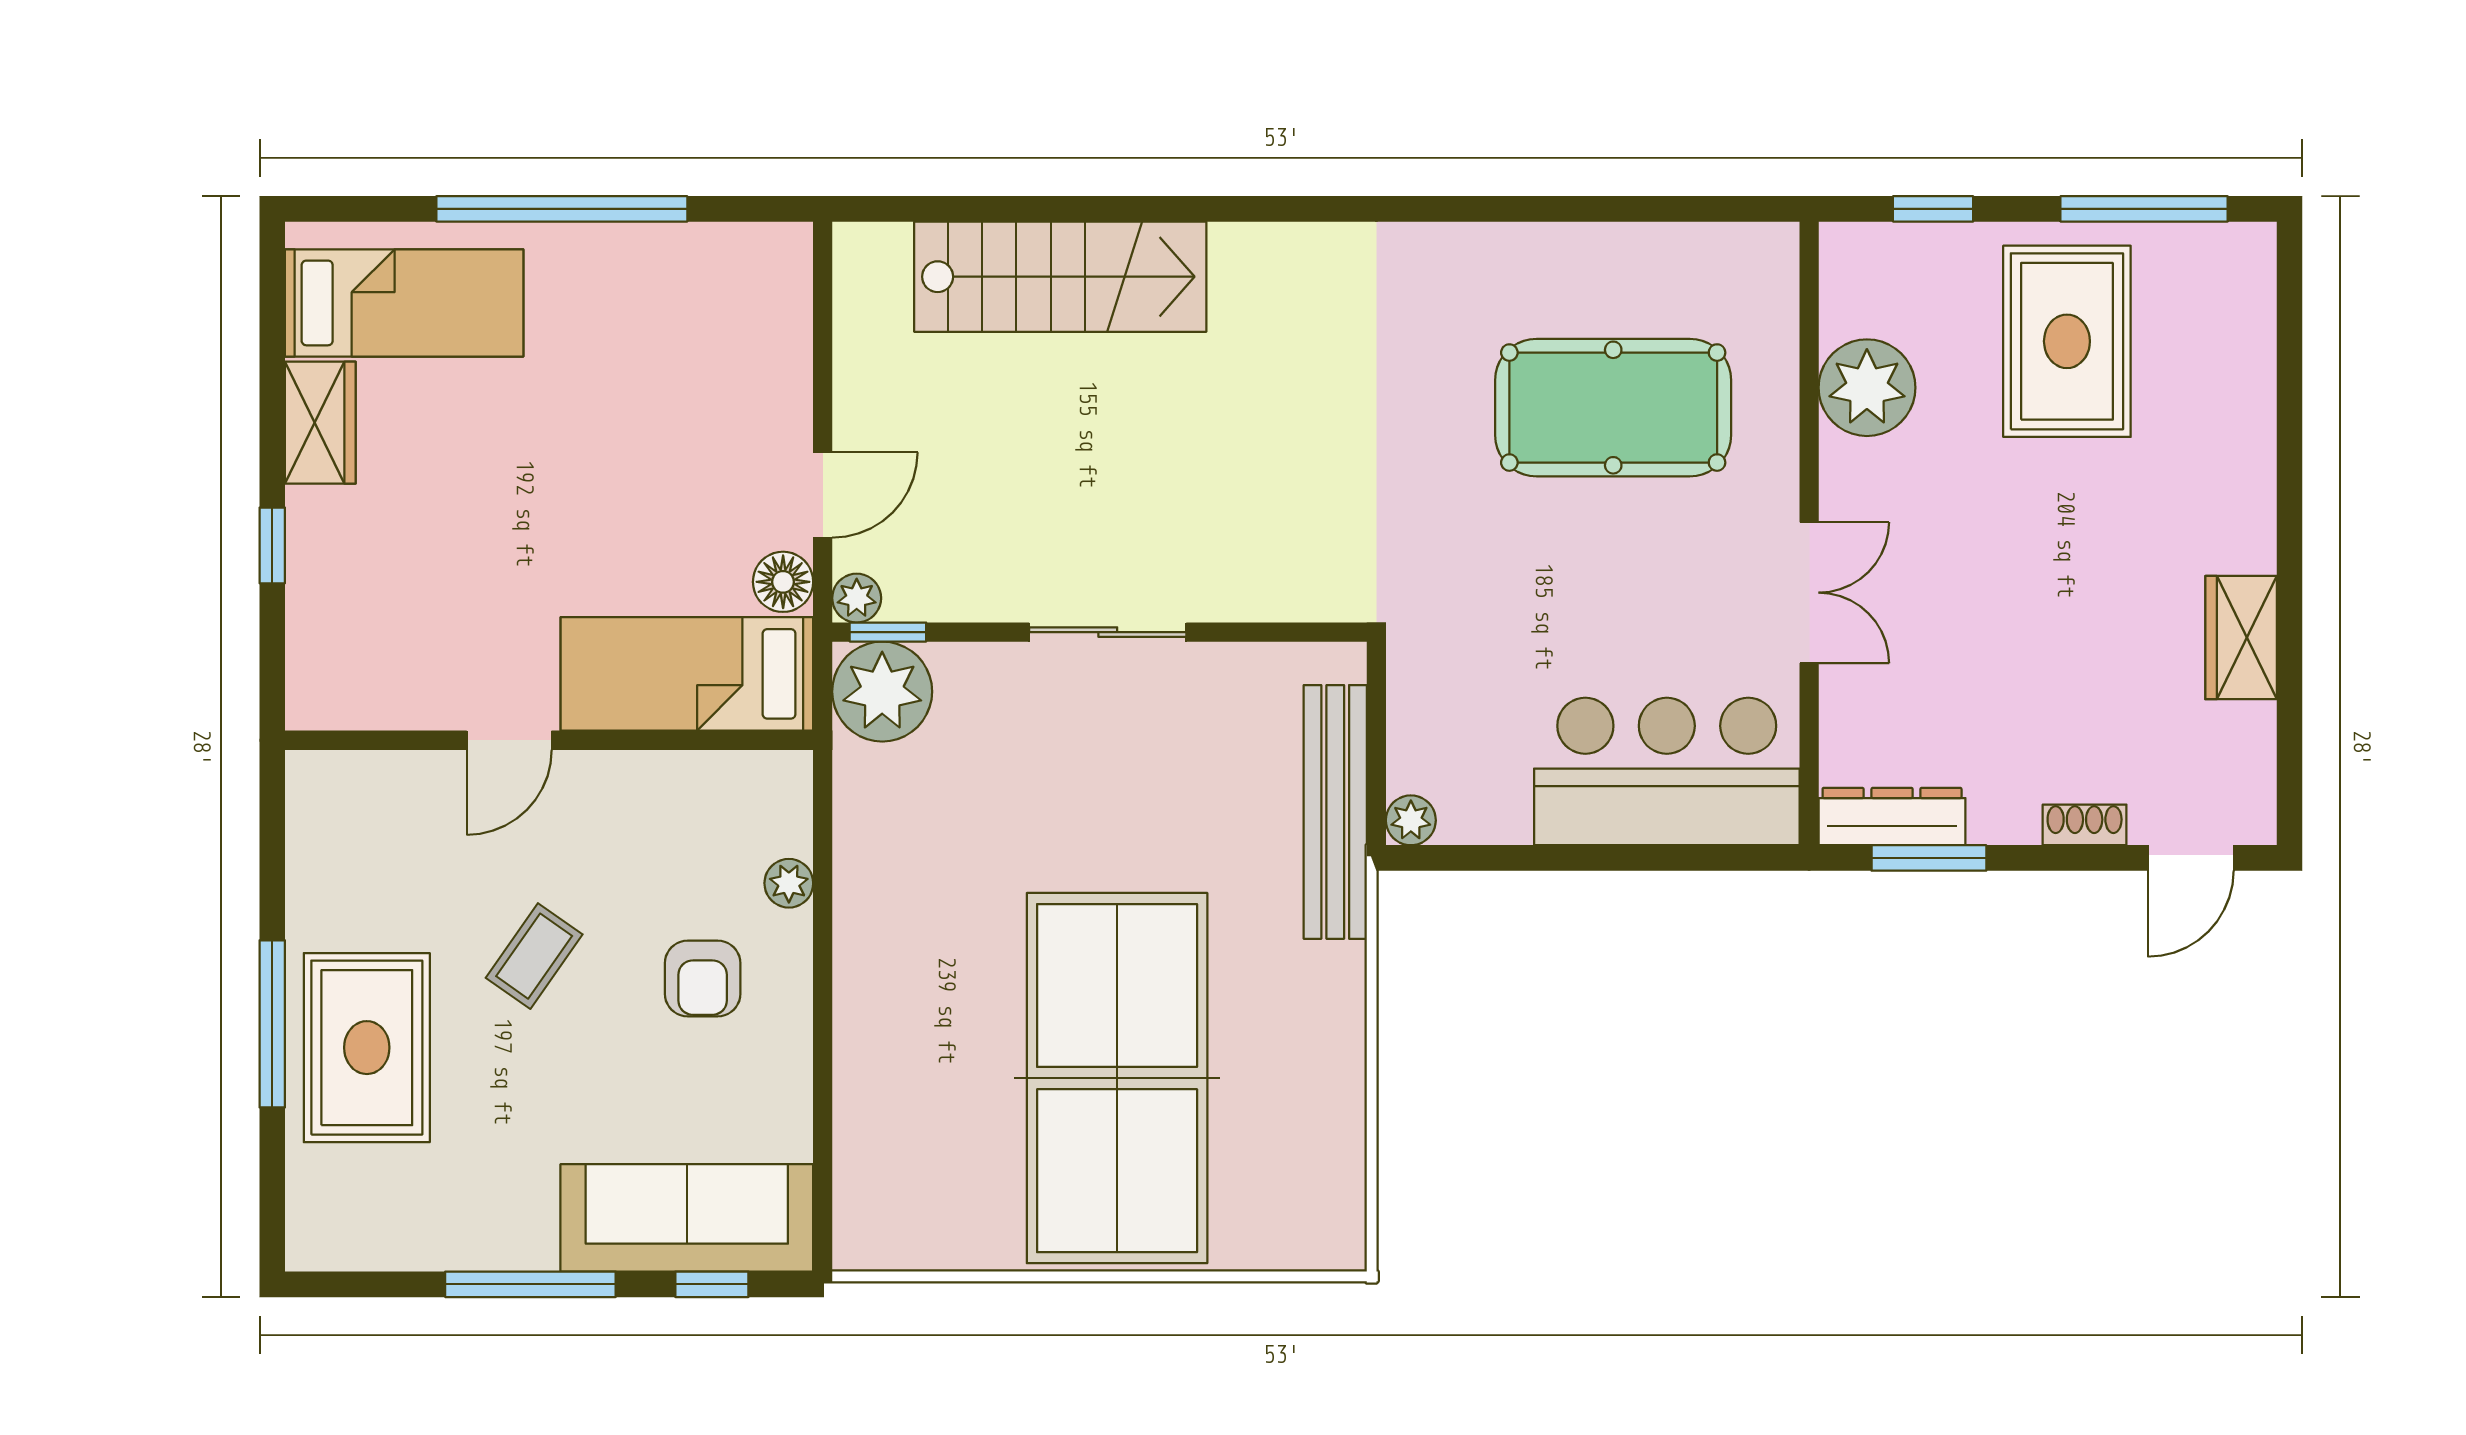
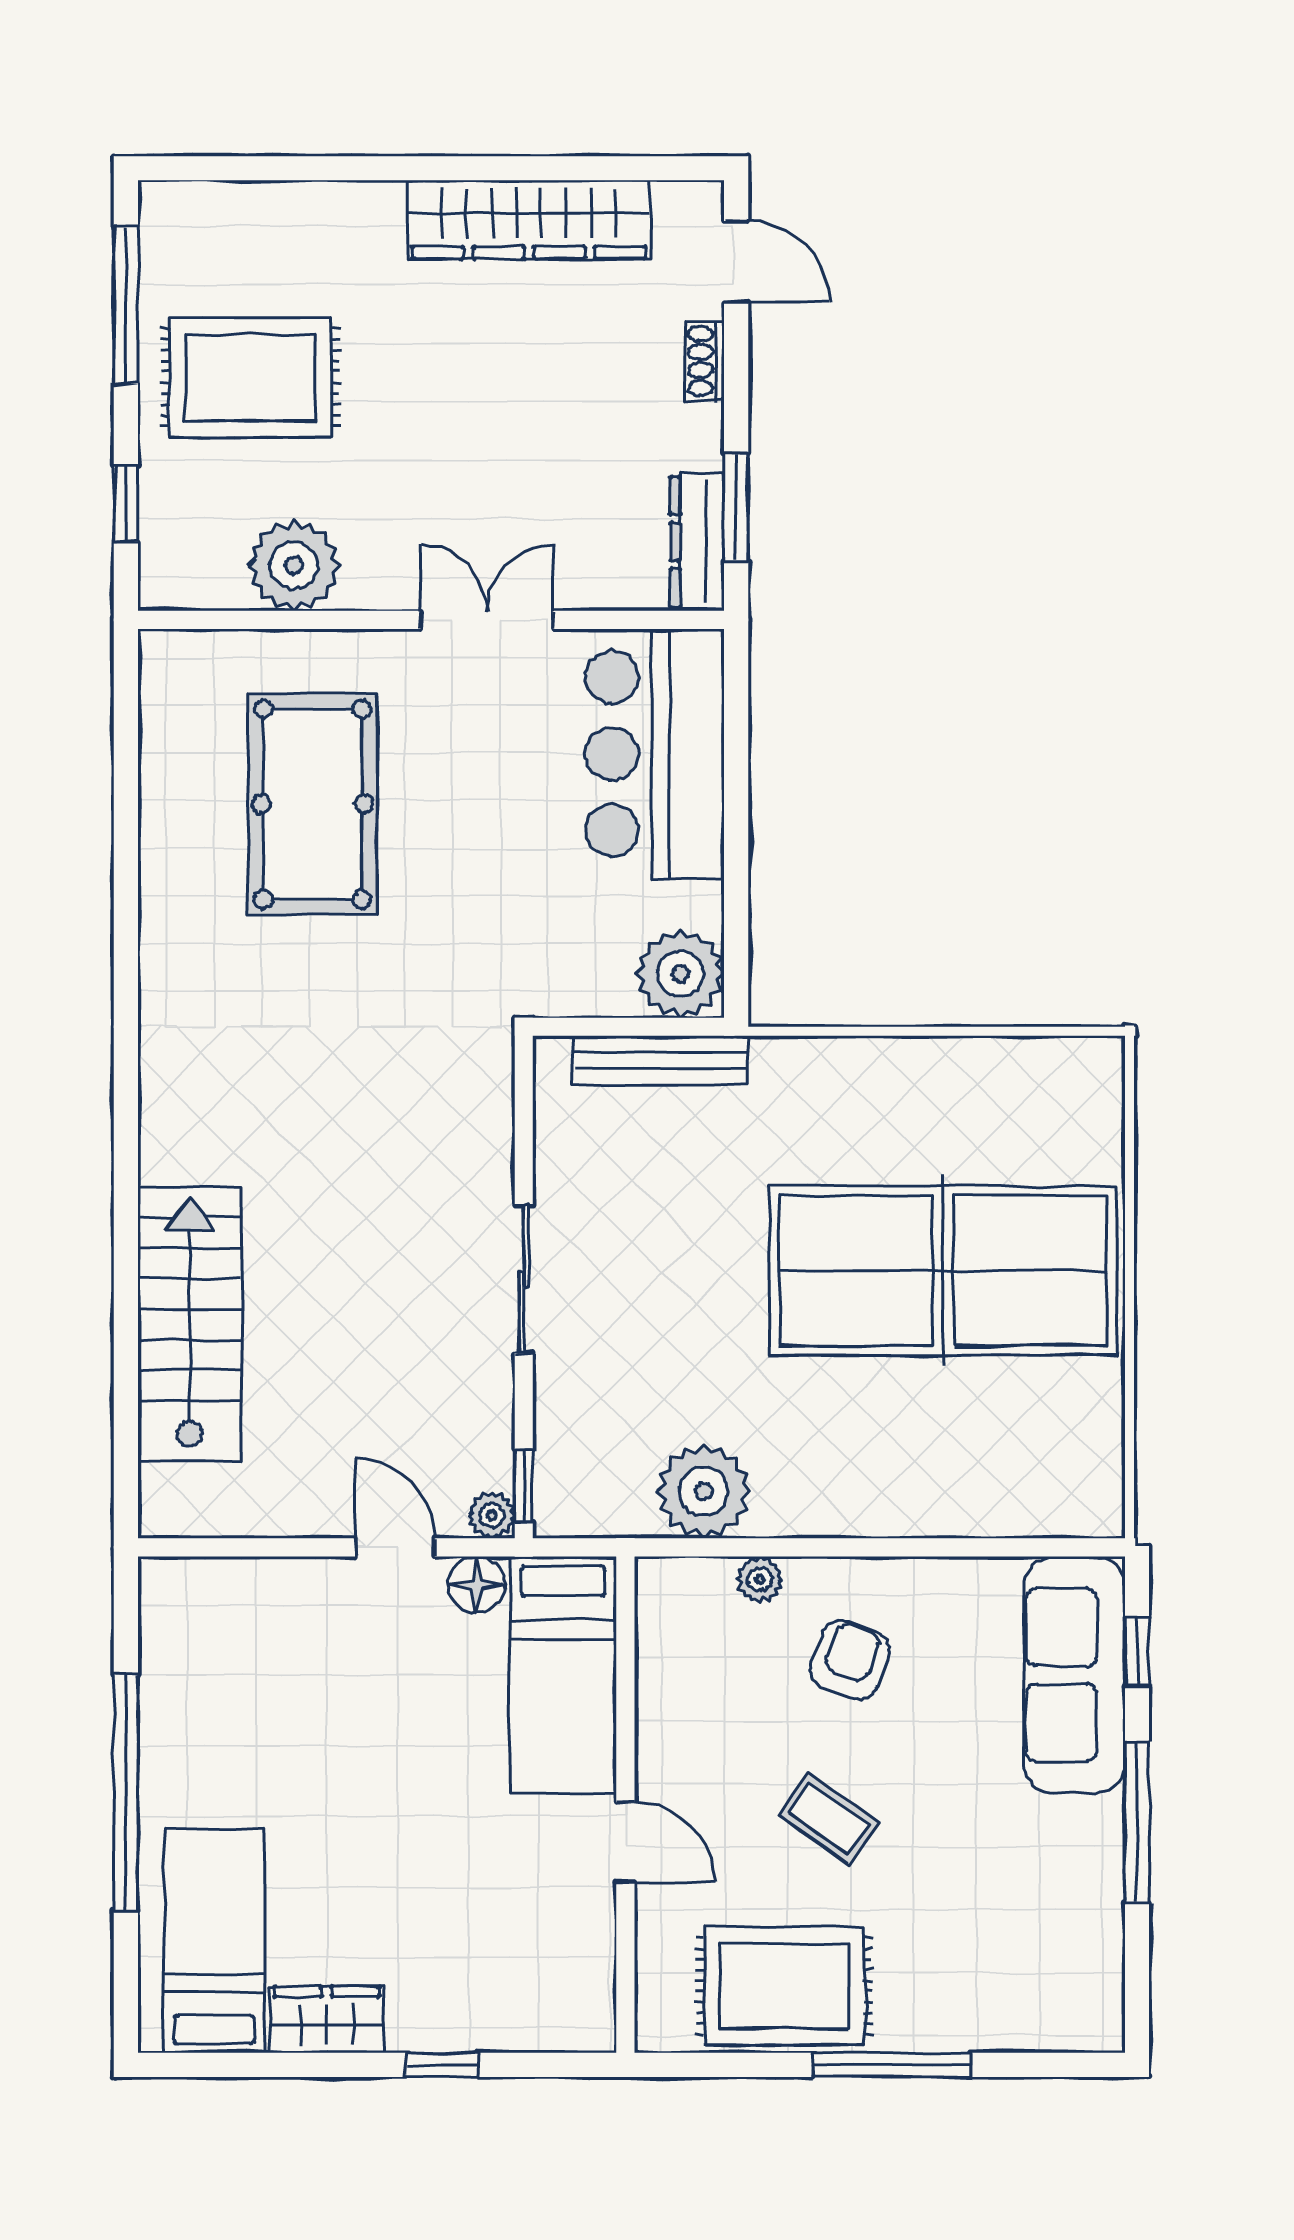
wardrobe: (2241, 638) -> (529, 220), width x2.10, depth x1.17
plant: (882, 692) -> (704, 1491), moved
bench: (1335, 812) -> (661, 1060), width x0.73, depth x0.82
plant: (1411, 820) -> (680, 974), width x1.87, depth x1.87
armchair: (703, 978) -> (849, 1660), turned -69
rug: (367, 1048) -> (784, 1986), moved

